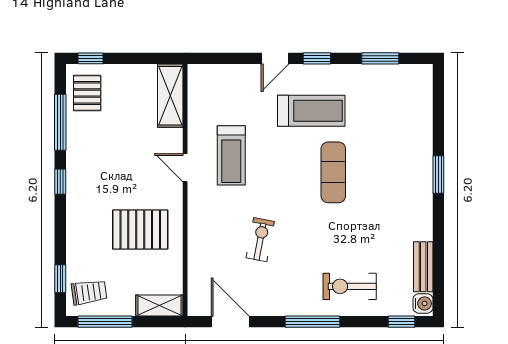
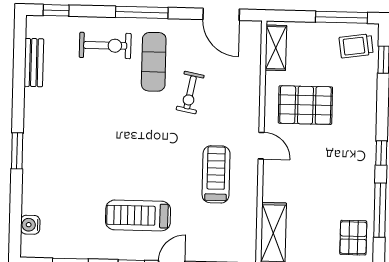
door: (185, 168) -> (261, 146), moved
exercise mat: (333, 172) -> (154, 62), moved
water cooler: (423, 303) -> (30, 225), moved
shelving: (159, 306) -> (276, 48), moved, turned 90

